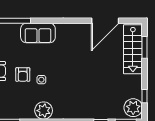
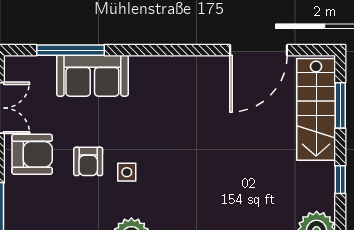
sofa: (38, 33) -> (92, 76), moved
window: (145, 96) -> (340, 180), moved

